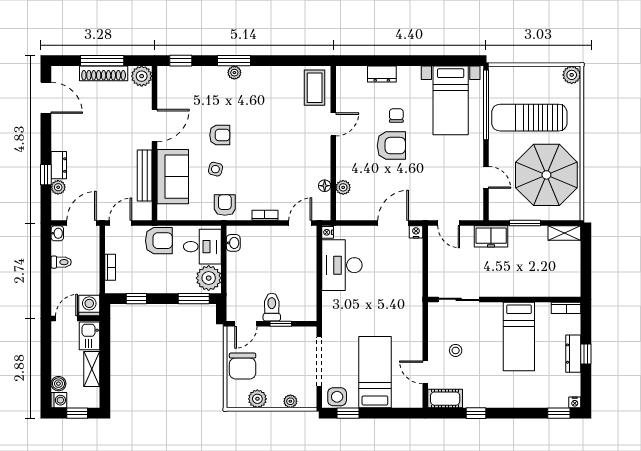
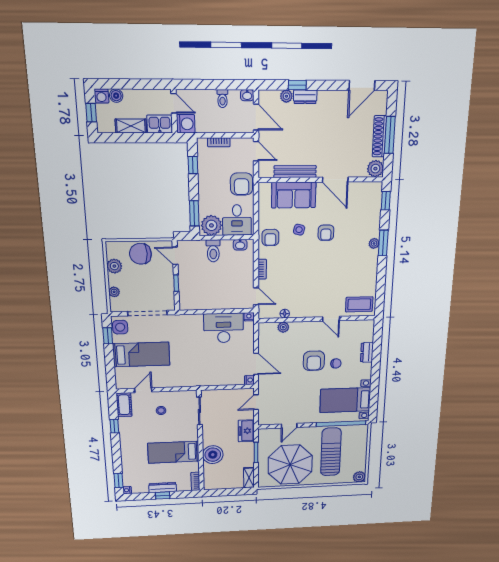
armchair: (225, 205) -> (270, 238), turned 90
boiler: (525, 283) -> (213, 455), added
toilet: (272, 307) -> (213, 251), moved, turned 90

